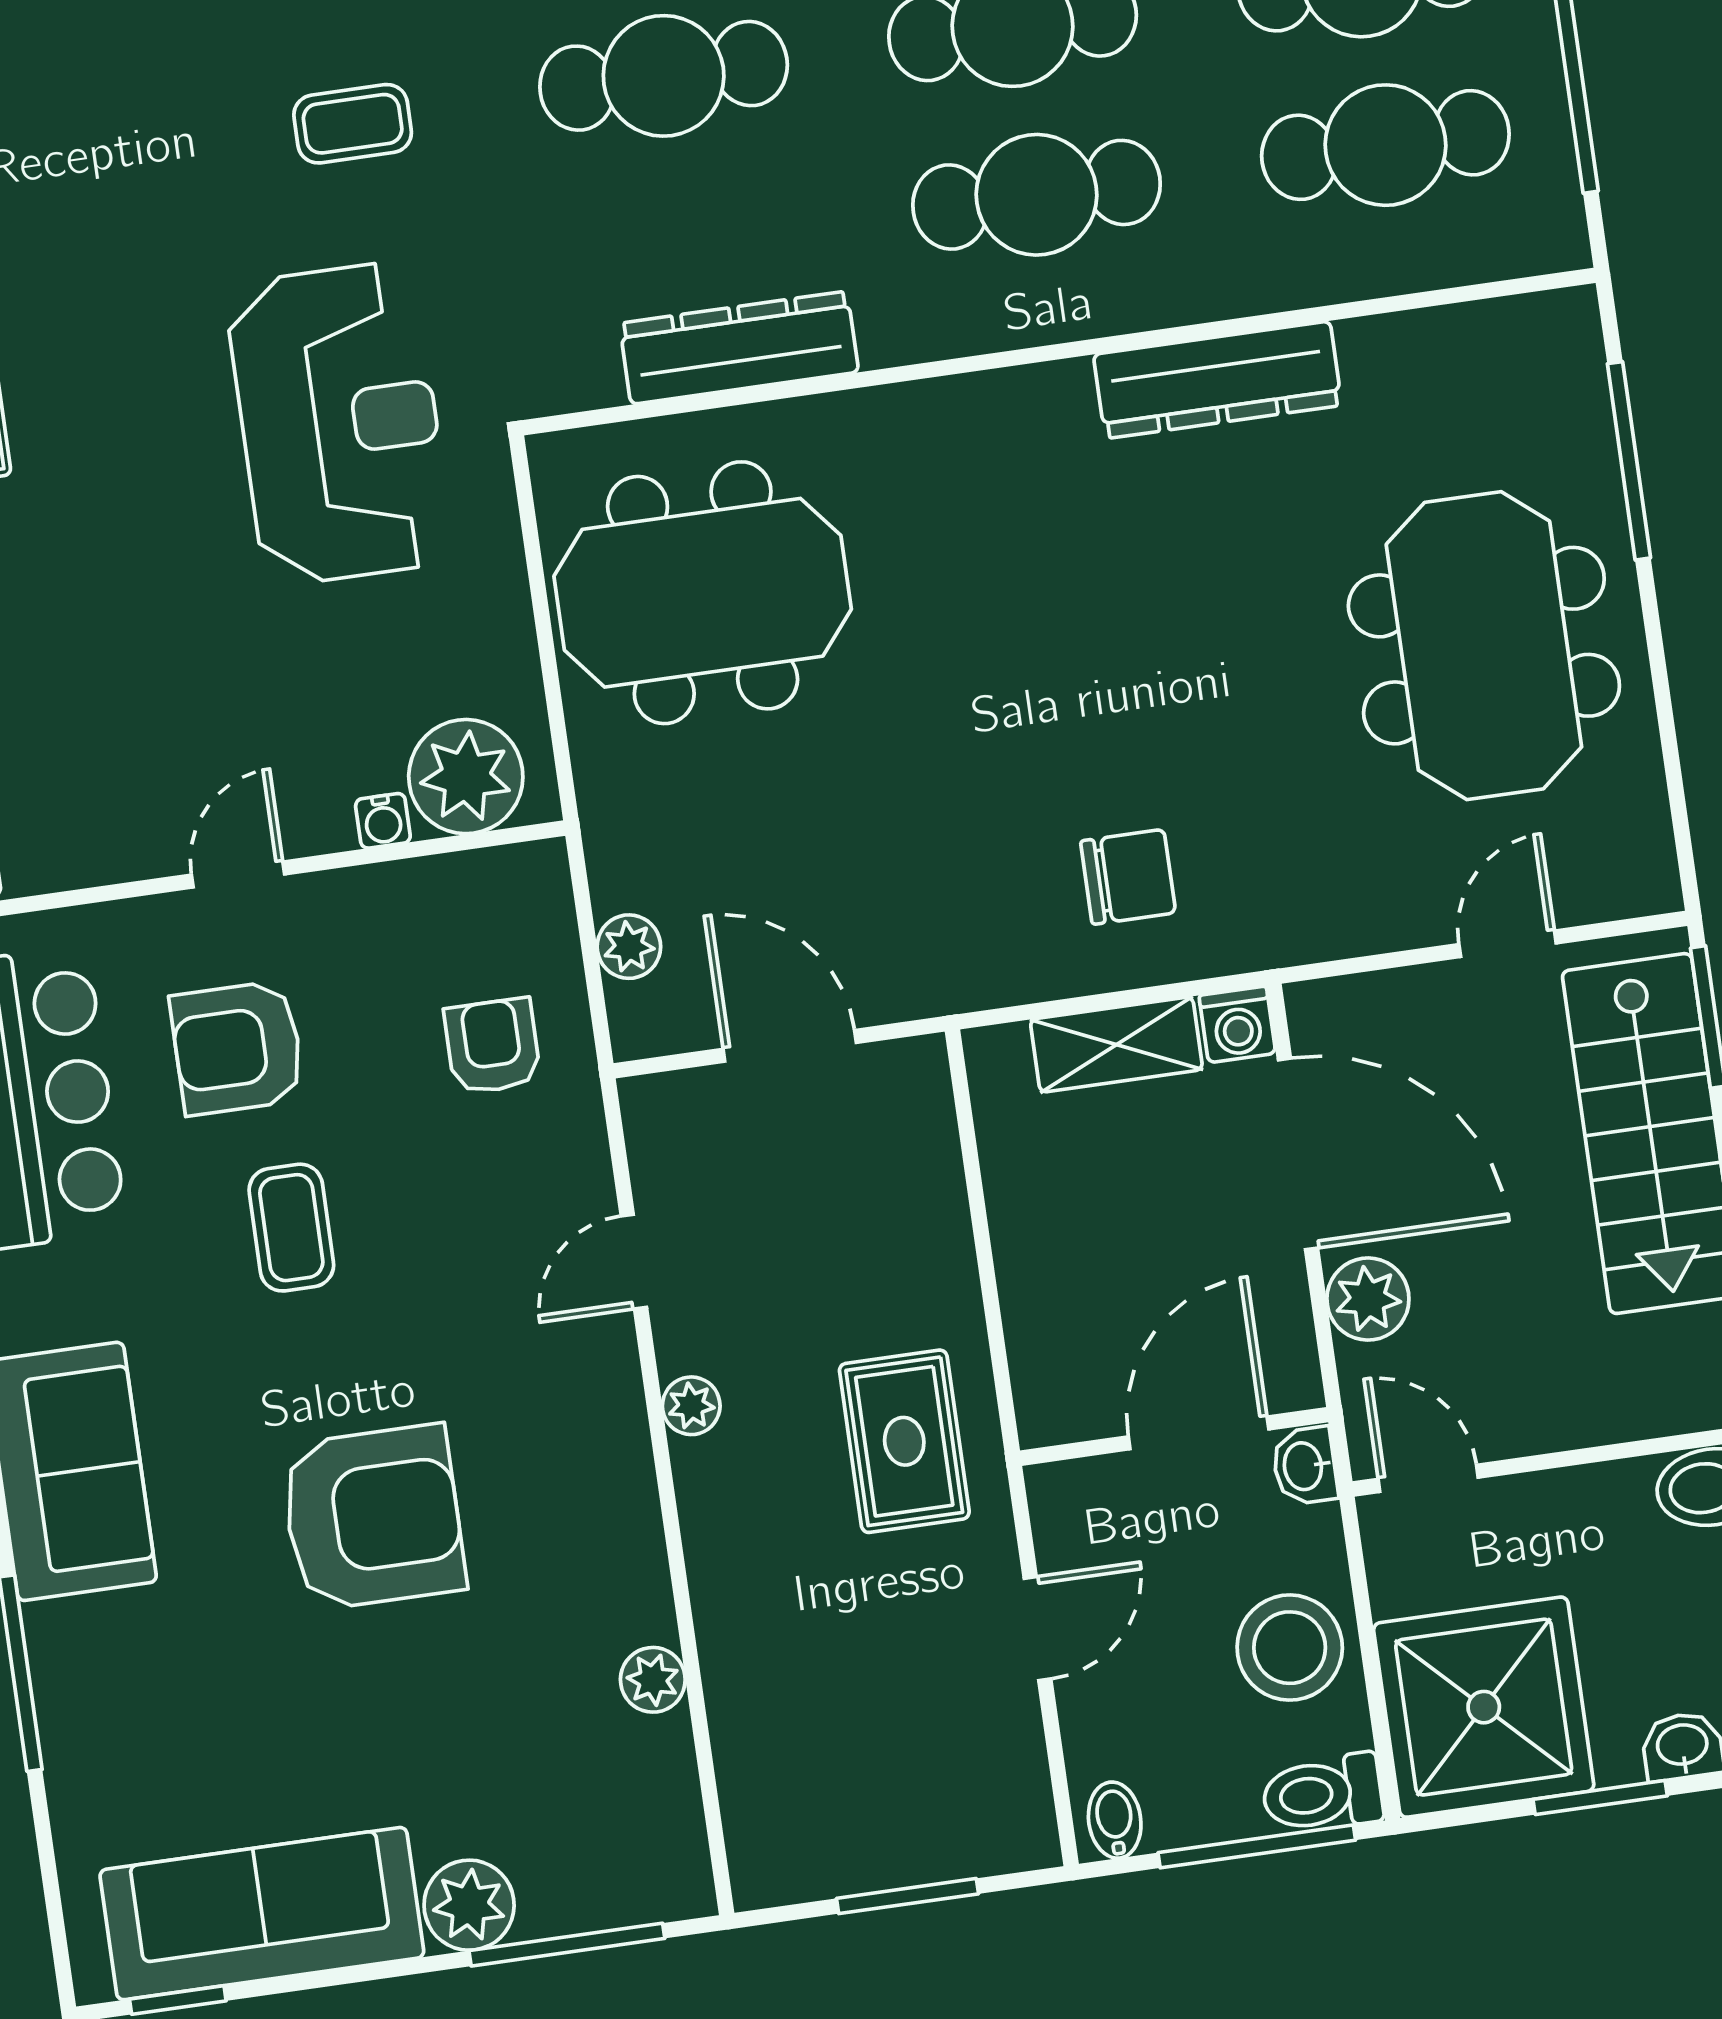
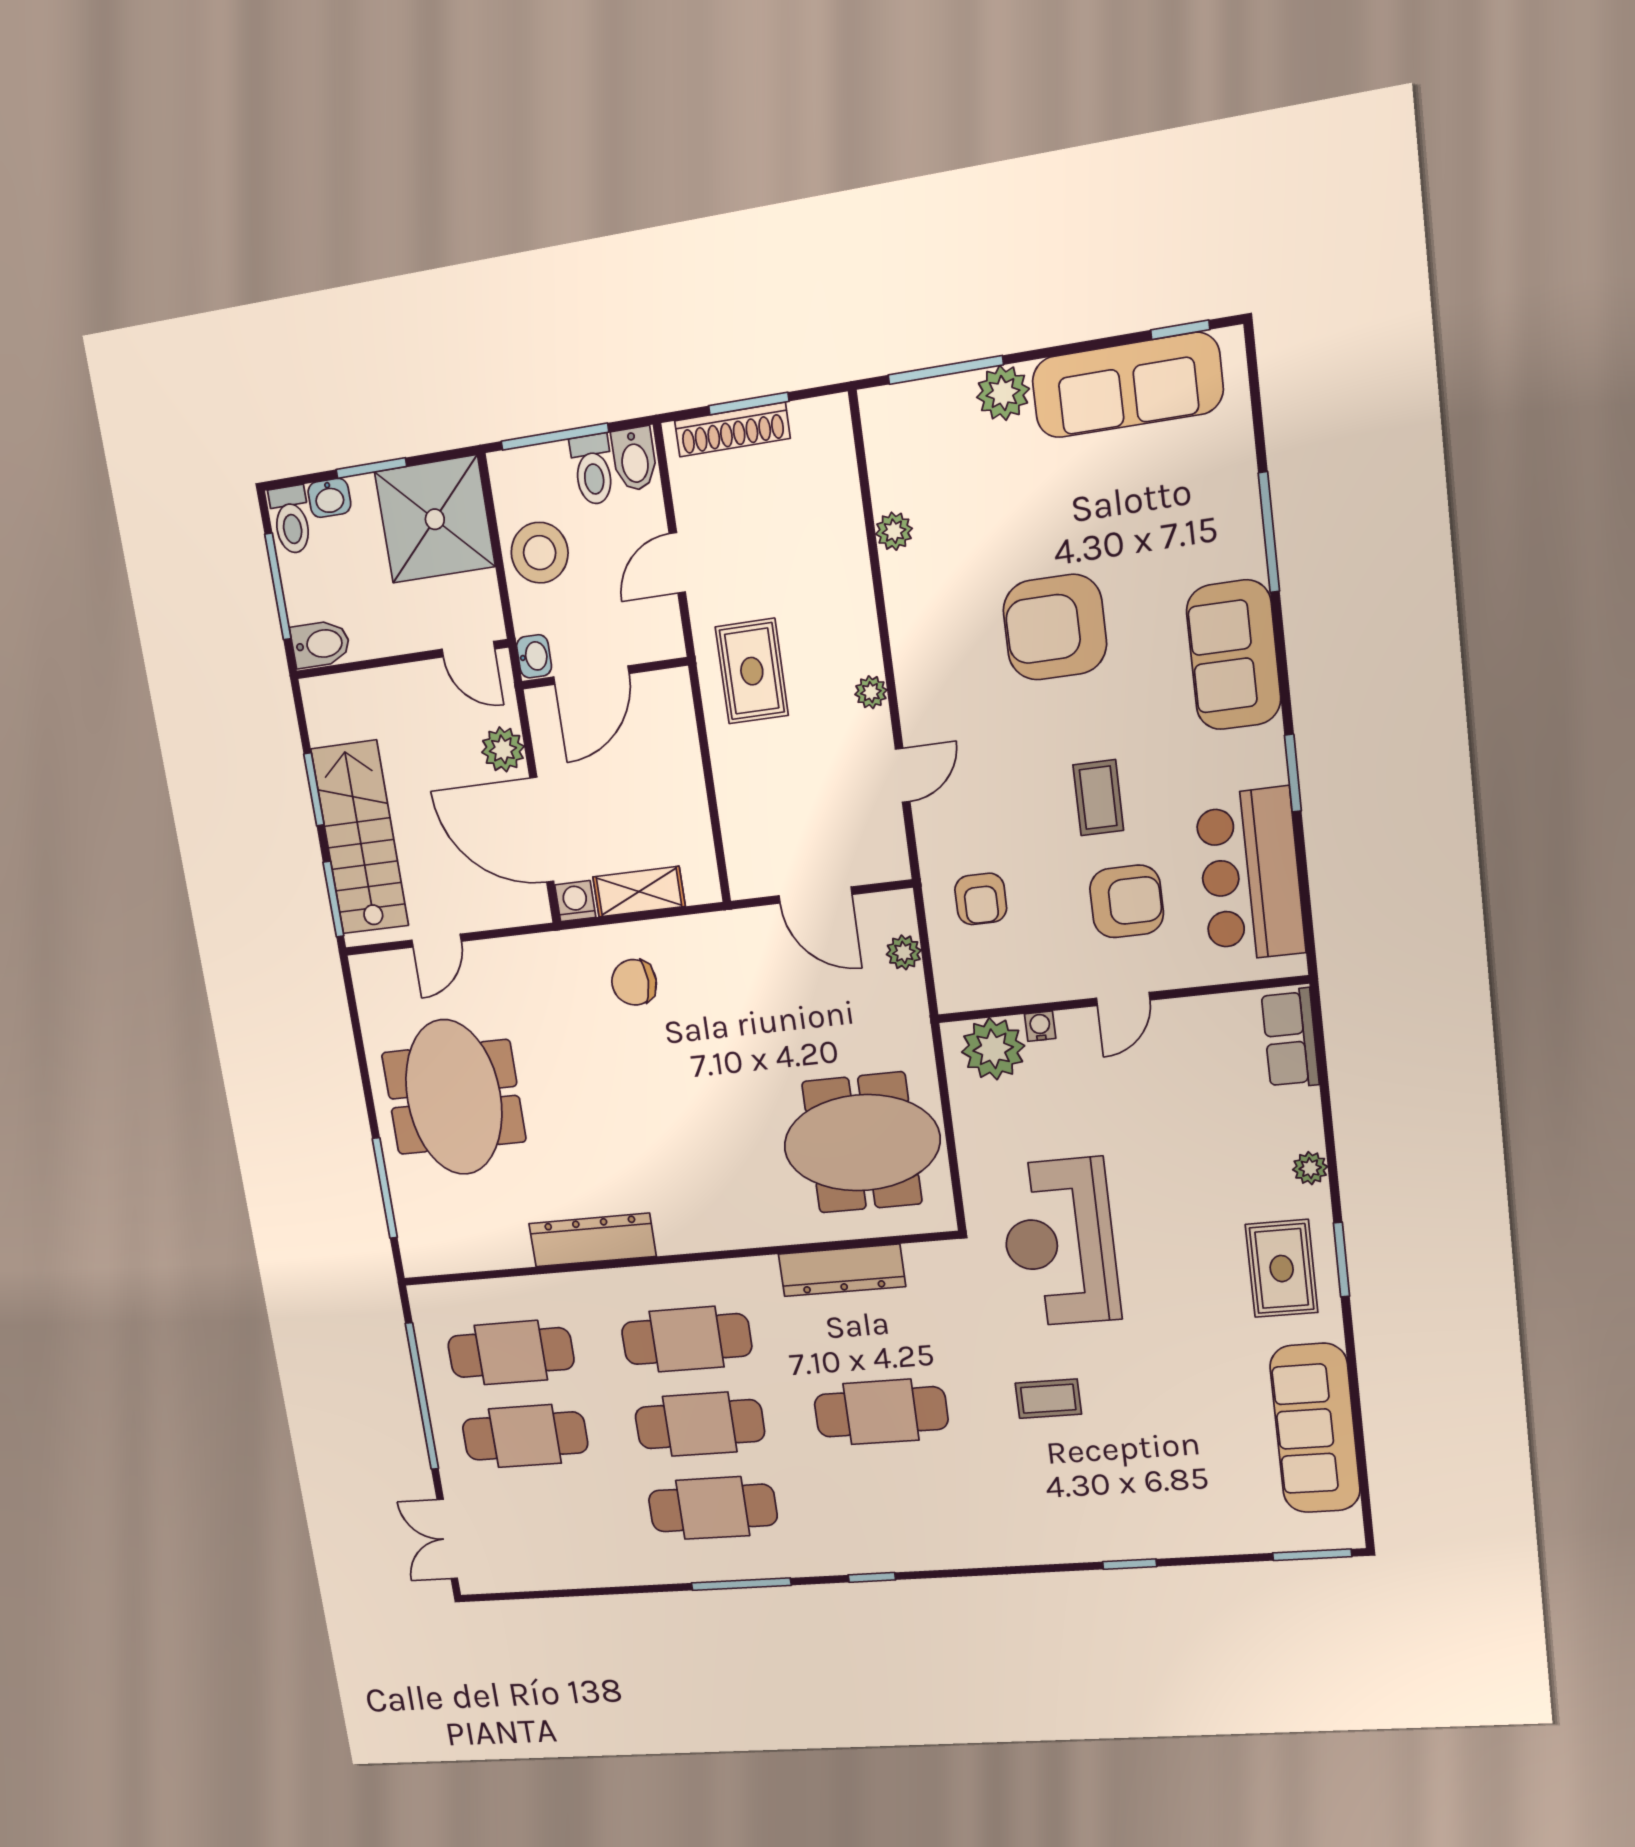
toilet: (1322, 1793) -> (593, 470), moved, turned 90
bidet: (1115, 1820) -> (634, 459), width x1.38, depth x1.36
shoe rack: (937, 1853) -> (732, 430), added

